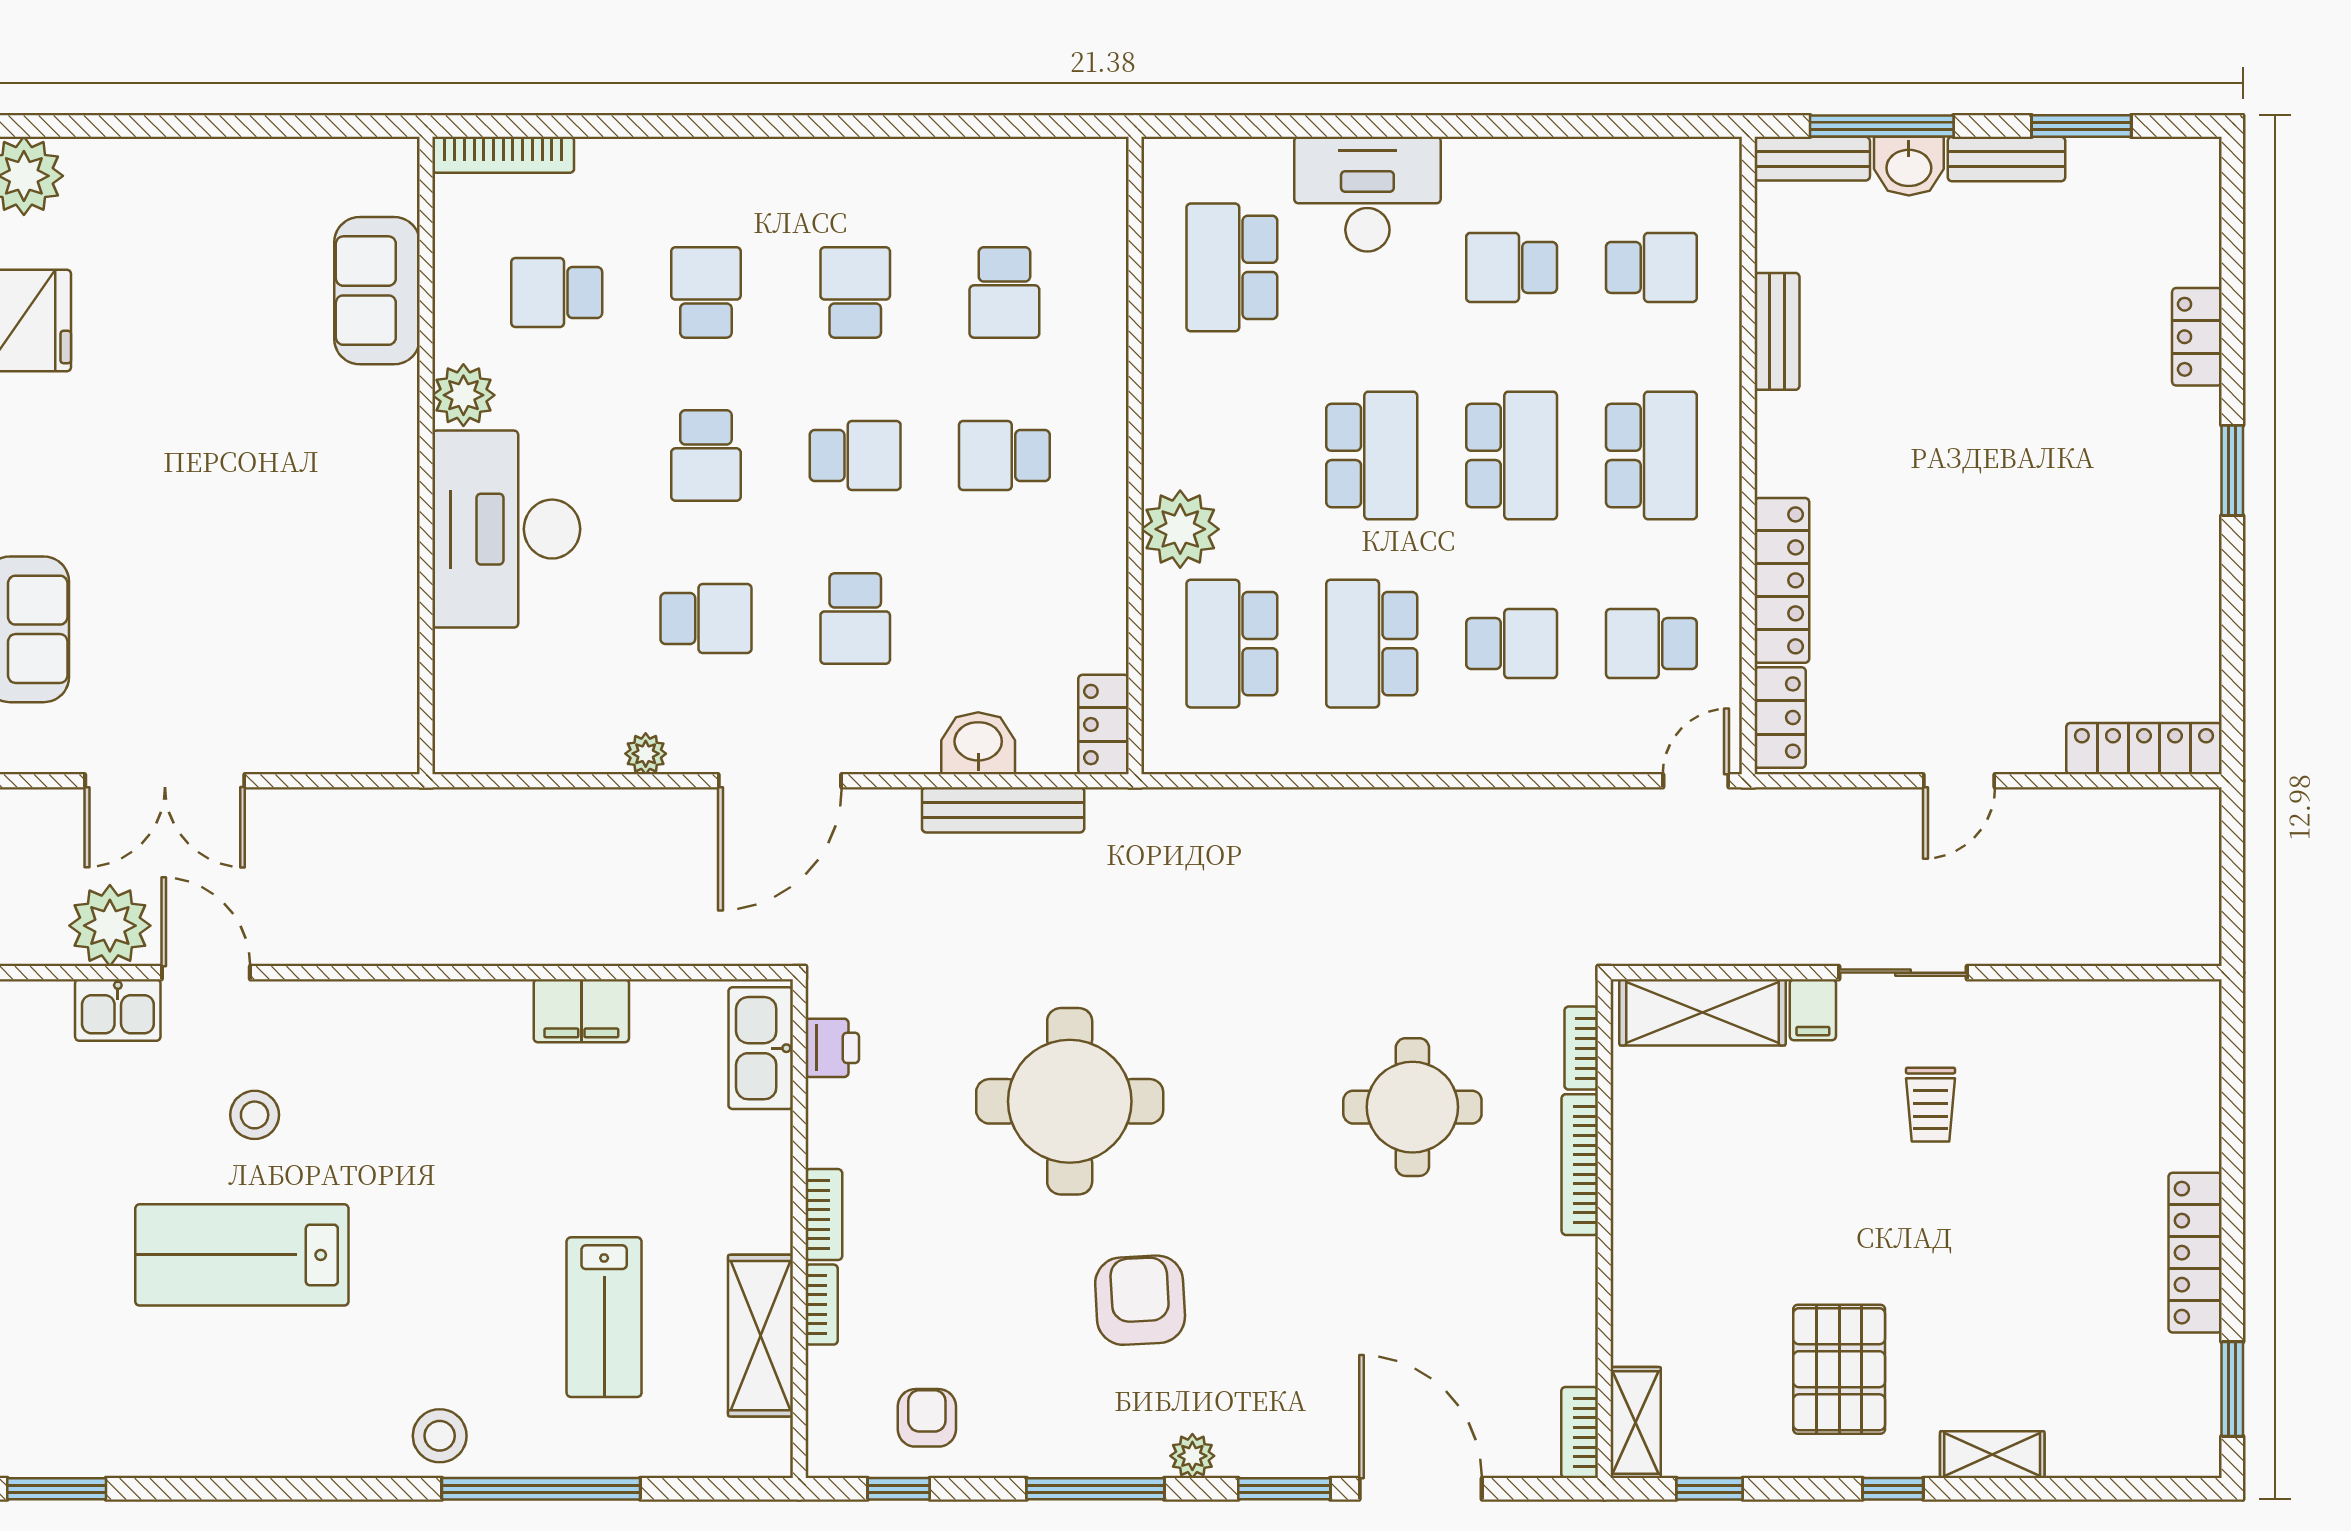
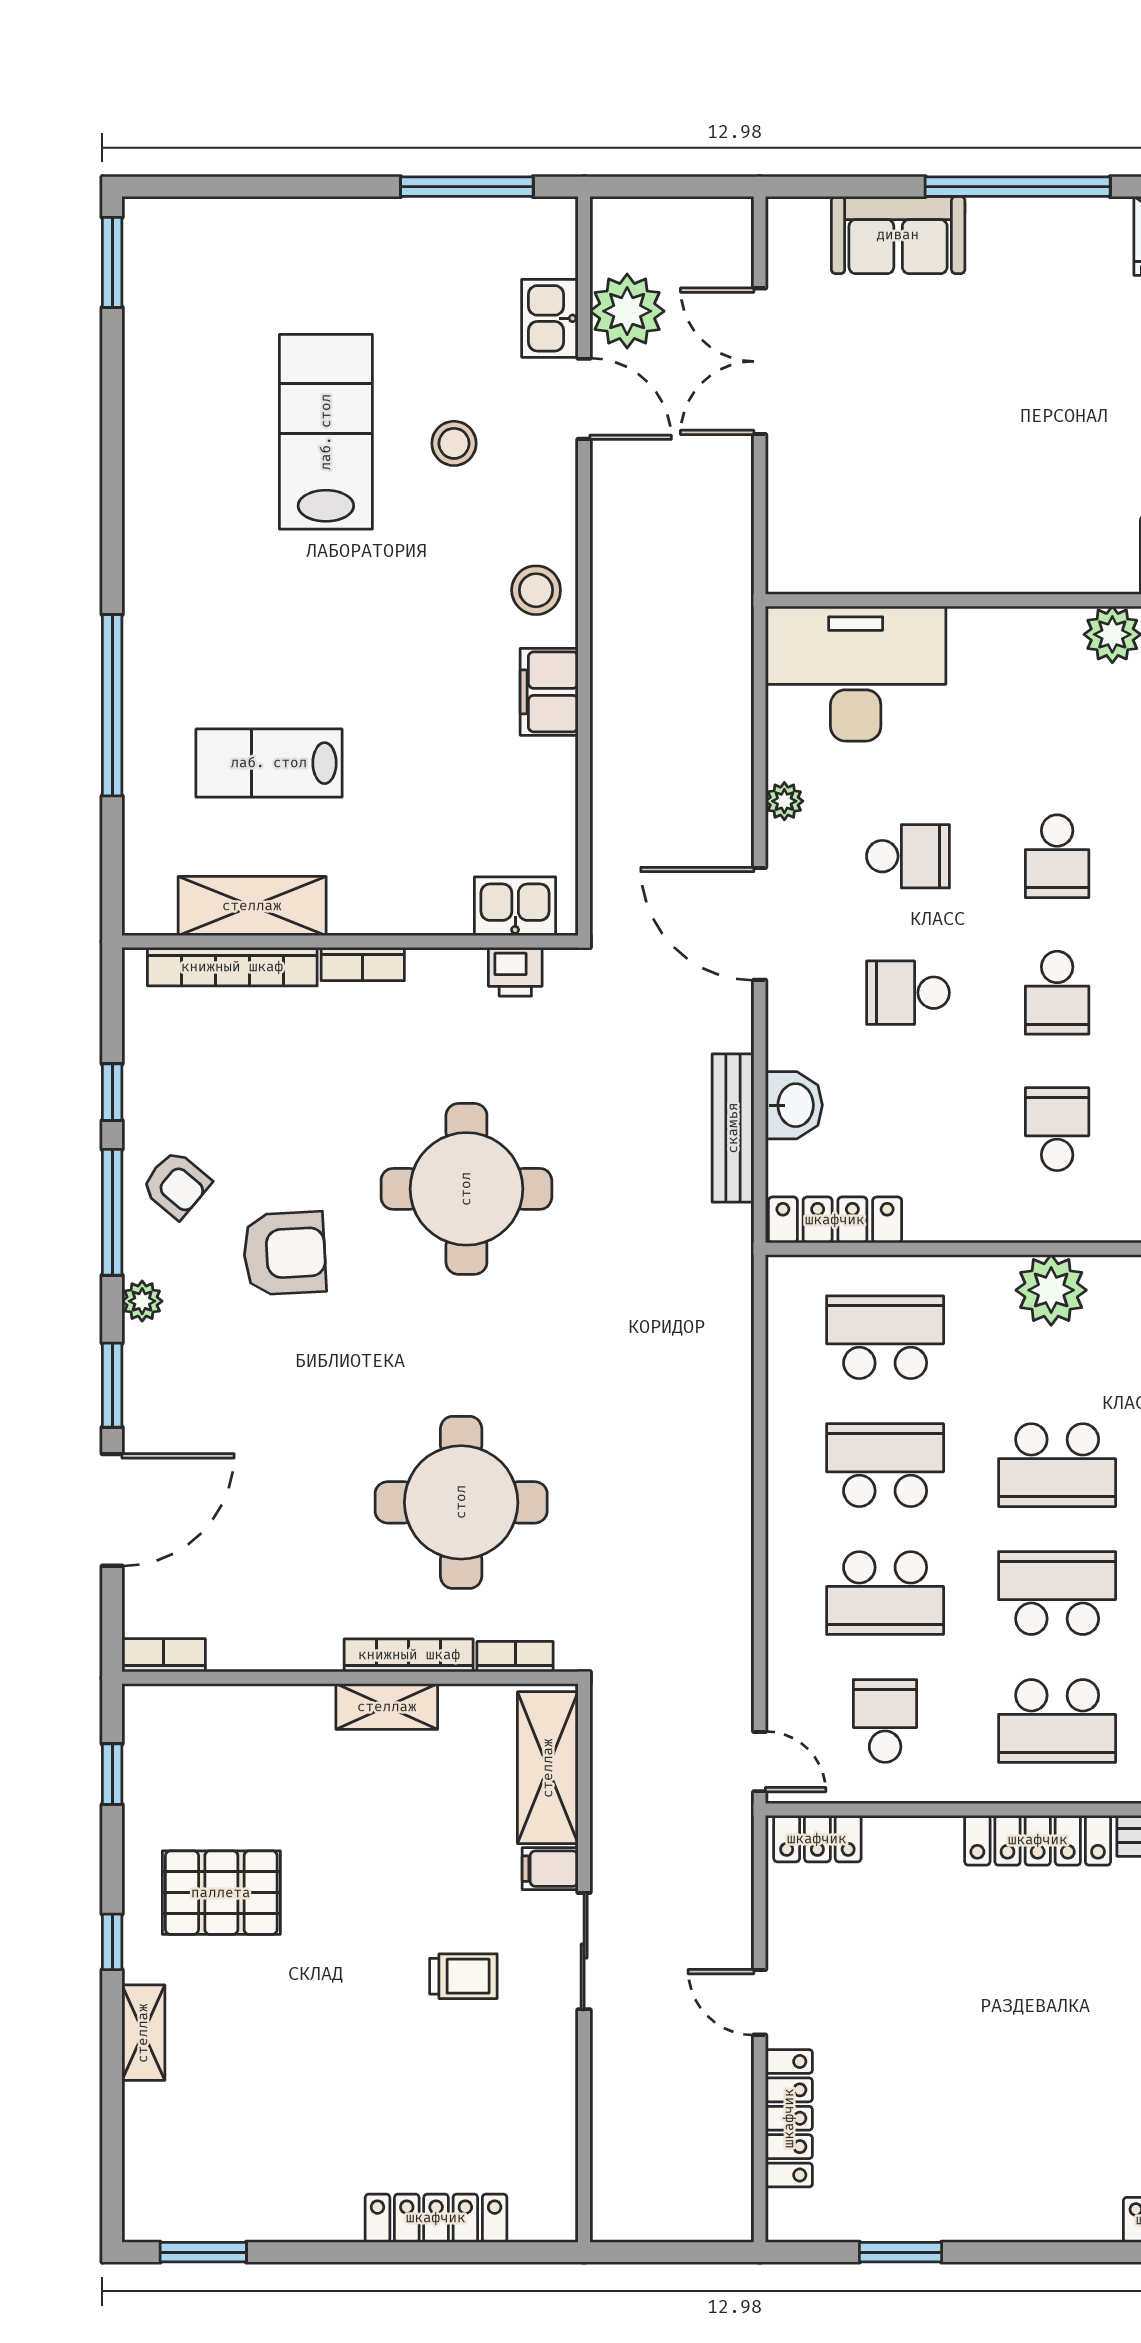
school desk: (706, 455) -> (1057, 856), turned -90
school desk: (1512, 455) -> (1057, 1593), turned 180
window: (2232, 470) -> (901, 2252), moved
desk: (506, 529) -> (856, 674), moved
plant: (1180, 529) -> (1051, 1290), moved
locker: (1782, 580) -> (1038, 1840), moved
school desk: (706, 619) -> (908, 856), turned -90
school desk: (1512, 644) -> (885, 1593), width x1.85
locker: (1104, 725) -> (835, 1220), width x1.53
locker: (2144, 749) -> (789, 2118), moved
door: (206, 973) -> (584, 399), hinge flipped
filing cabinet: (581, 1011) -> (549, 692), moved
kitchen sink: (761, 1048) -> (515, 906), width x0.73
trolley: (1930, 1105) -> (463, 1976), turned 180
round table: (1412, 1107) -> (461, 1502), width x1.36, depth x1.36
locker: (2195, 1253) -> (436, 2218), moved
bookcase: (822, 1305) -> (232, 967), width x2.31, depth x1.31
armchair: (927, 1418) -> (176, 1185), moved, turned 40
shelving: (1636, 1422) -> (387, 1707), moved
stool: (440, 1436) -> (536, 590), moved
window: (899, 1489) -> (112, 1092), moved

